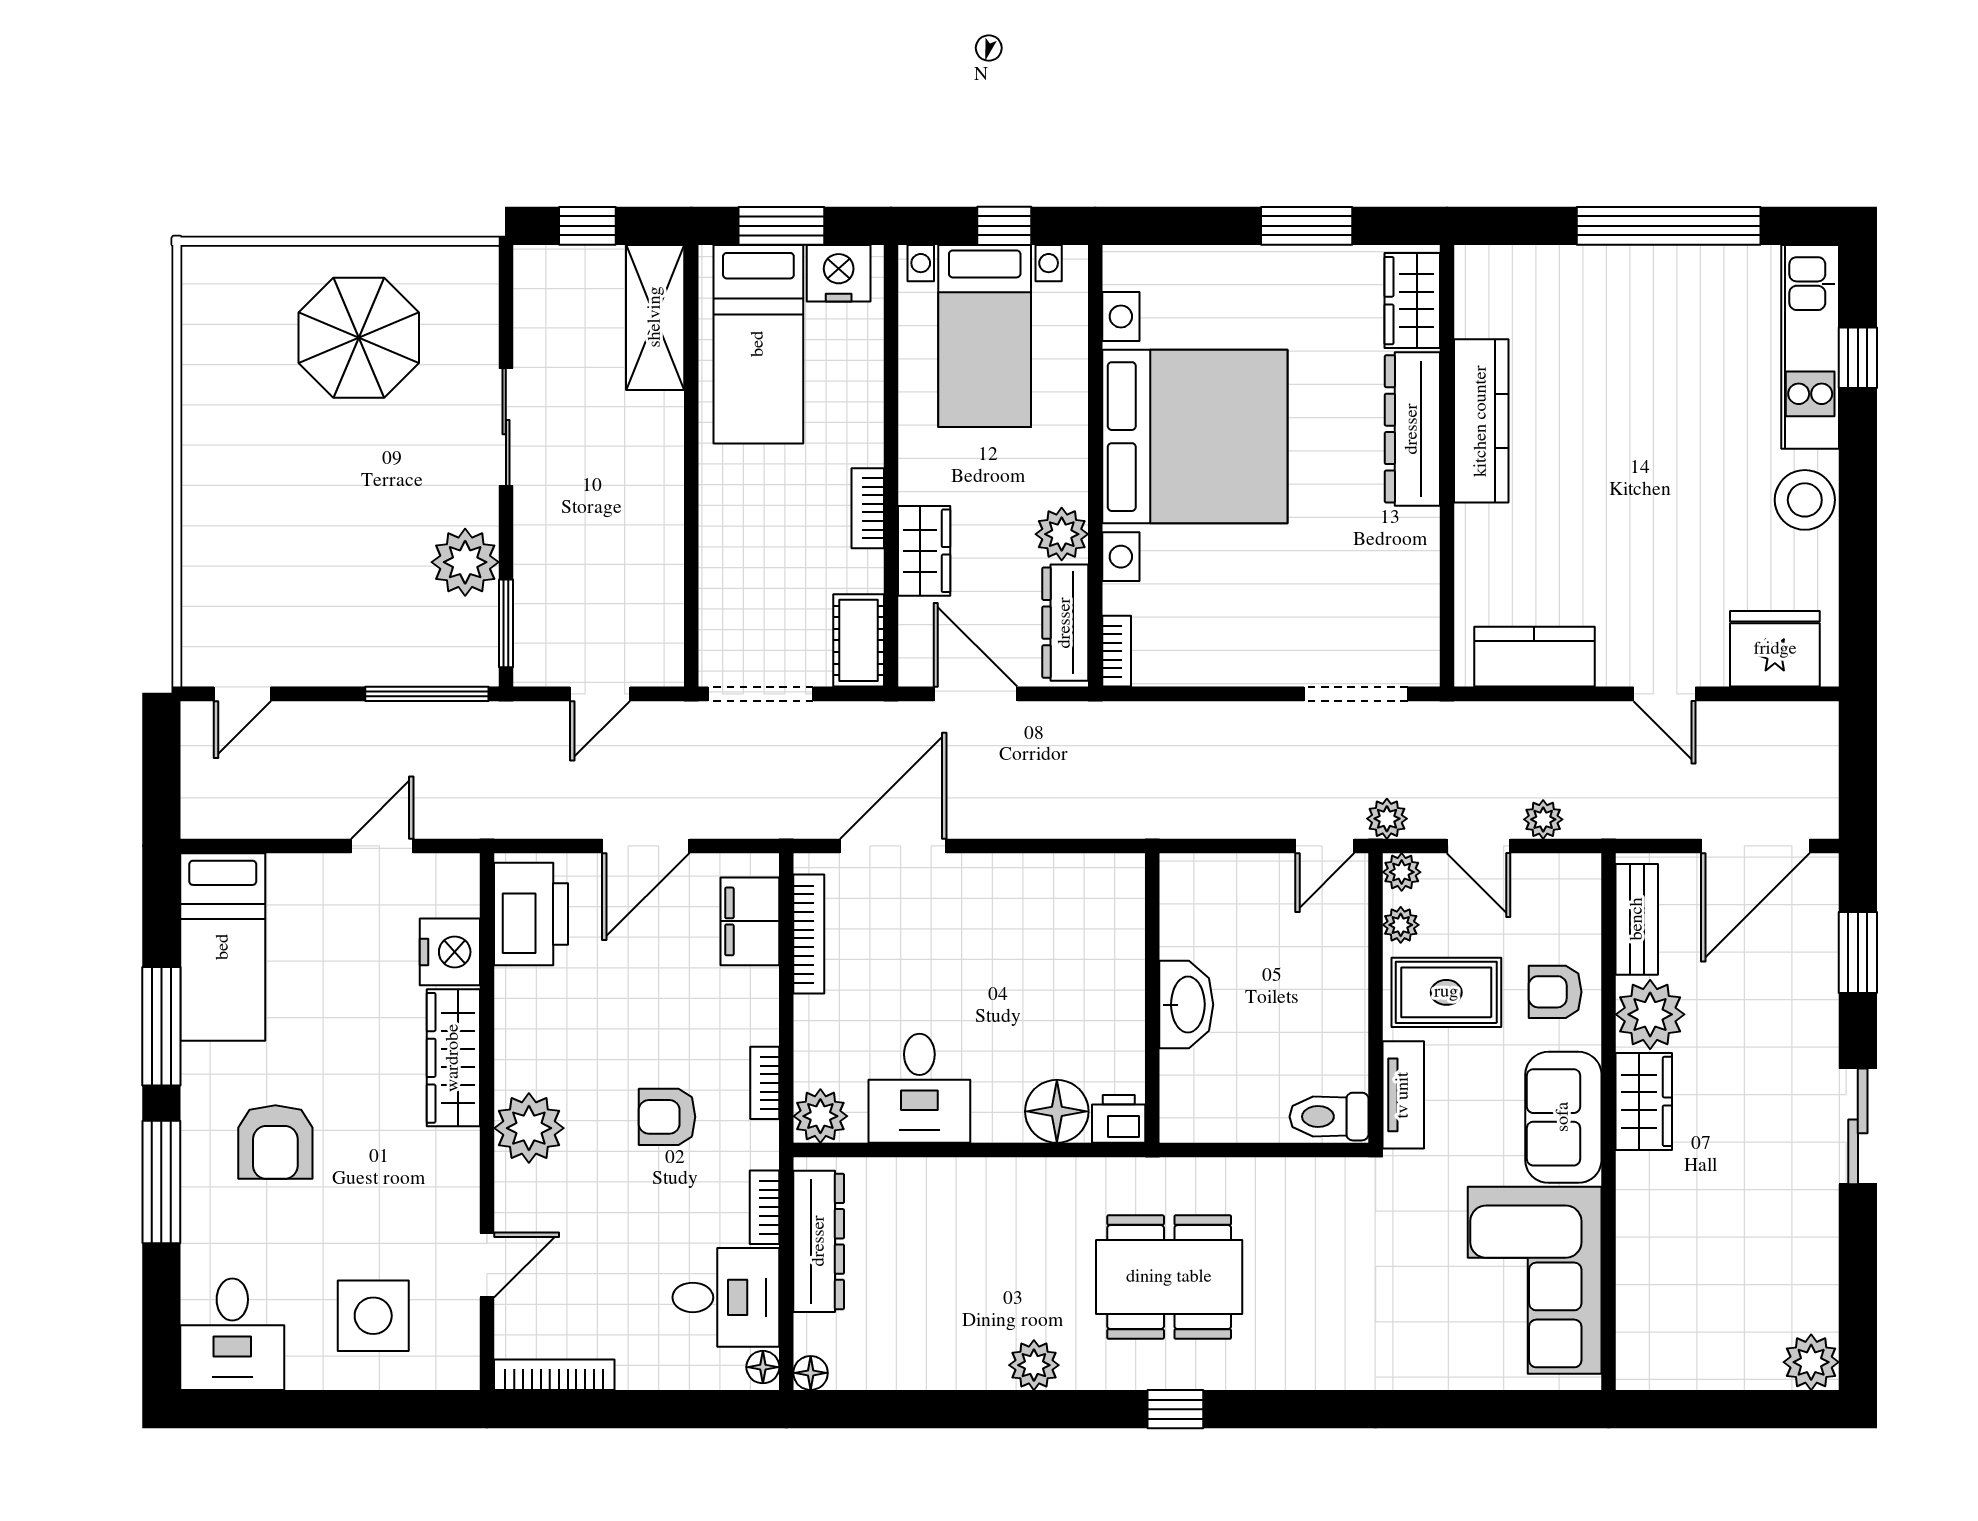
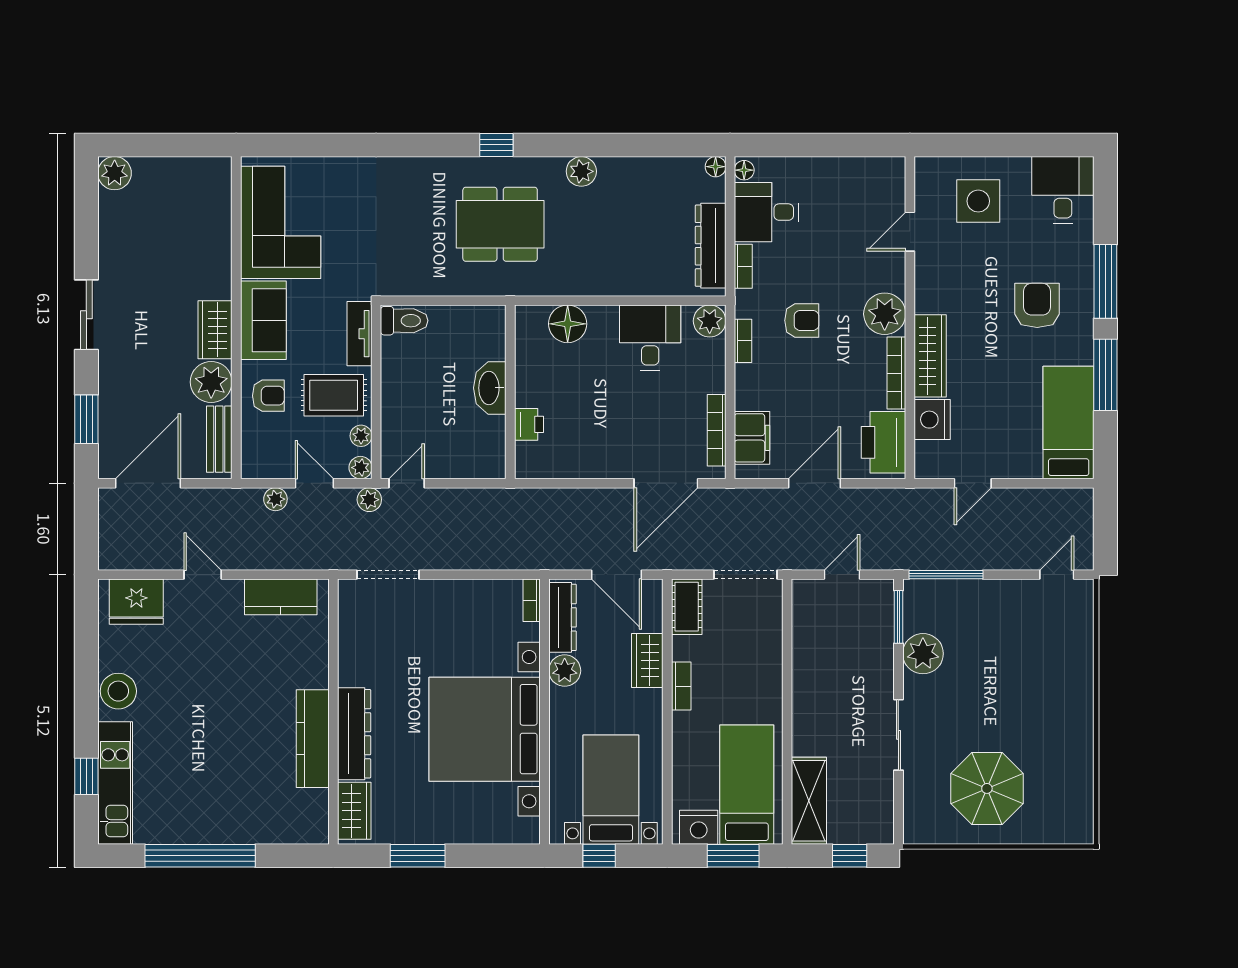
printer: (1119, 1119) -> (529, 424), moved, turned -90
bookcase: (554, 1375) -> (896, 373), moved, turned 90

